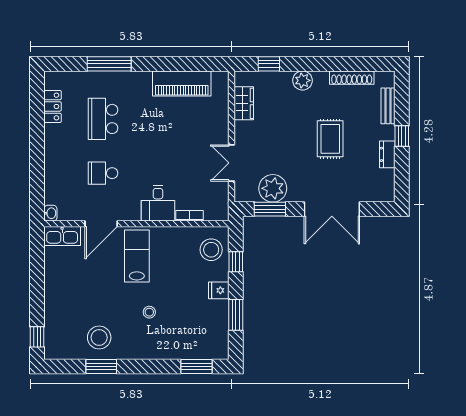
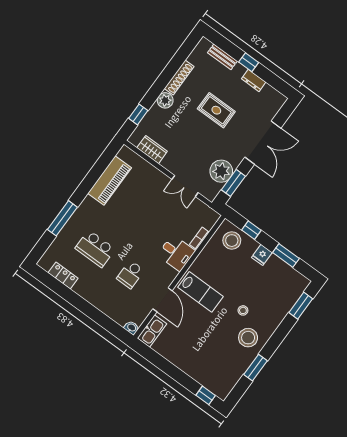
shoe rack: (352, 78) -> (179, 78), moved
lab bench: (137, 256) -> (200, 292), turned 180
stool: (99, 338) -> (248, 338), moved

